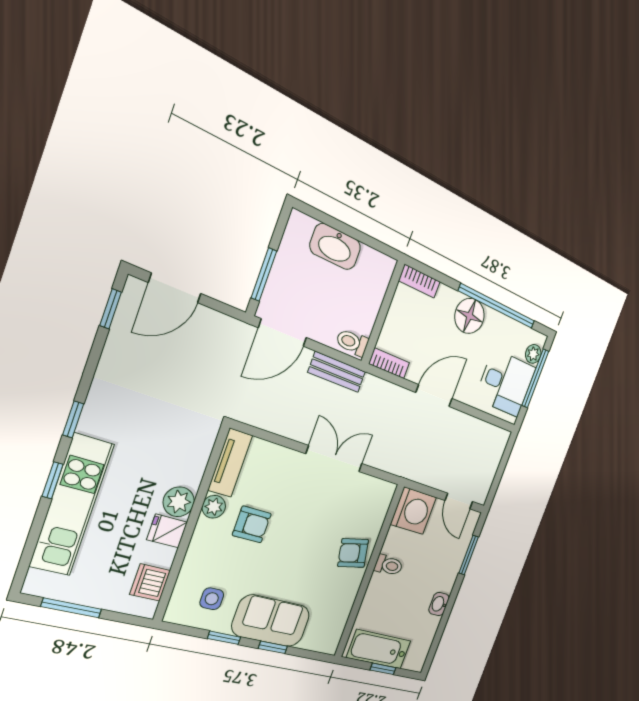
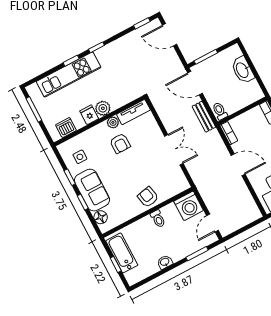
floor lamp: (314, 640) -> (101, 217), added

